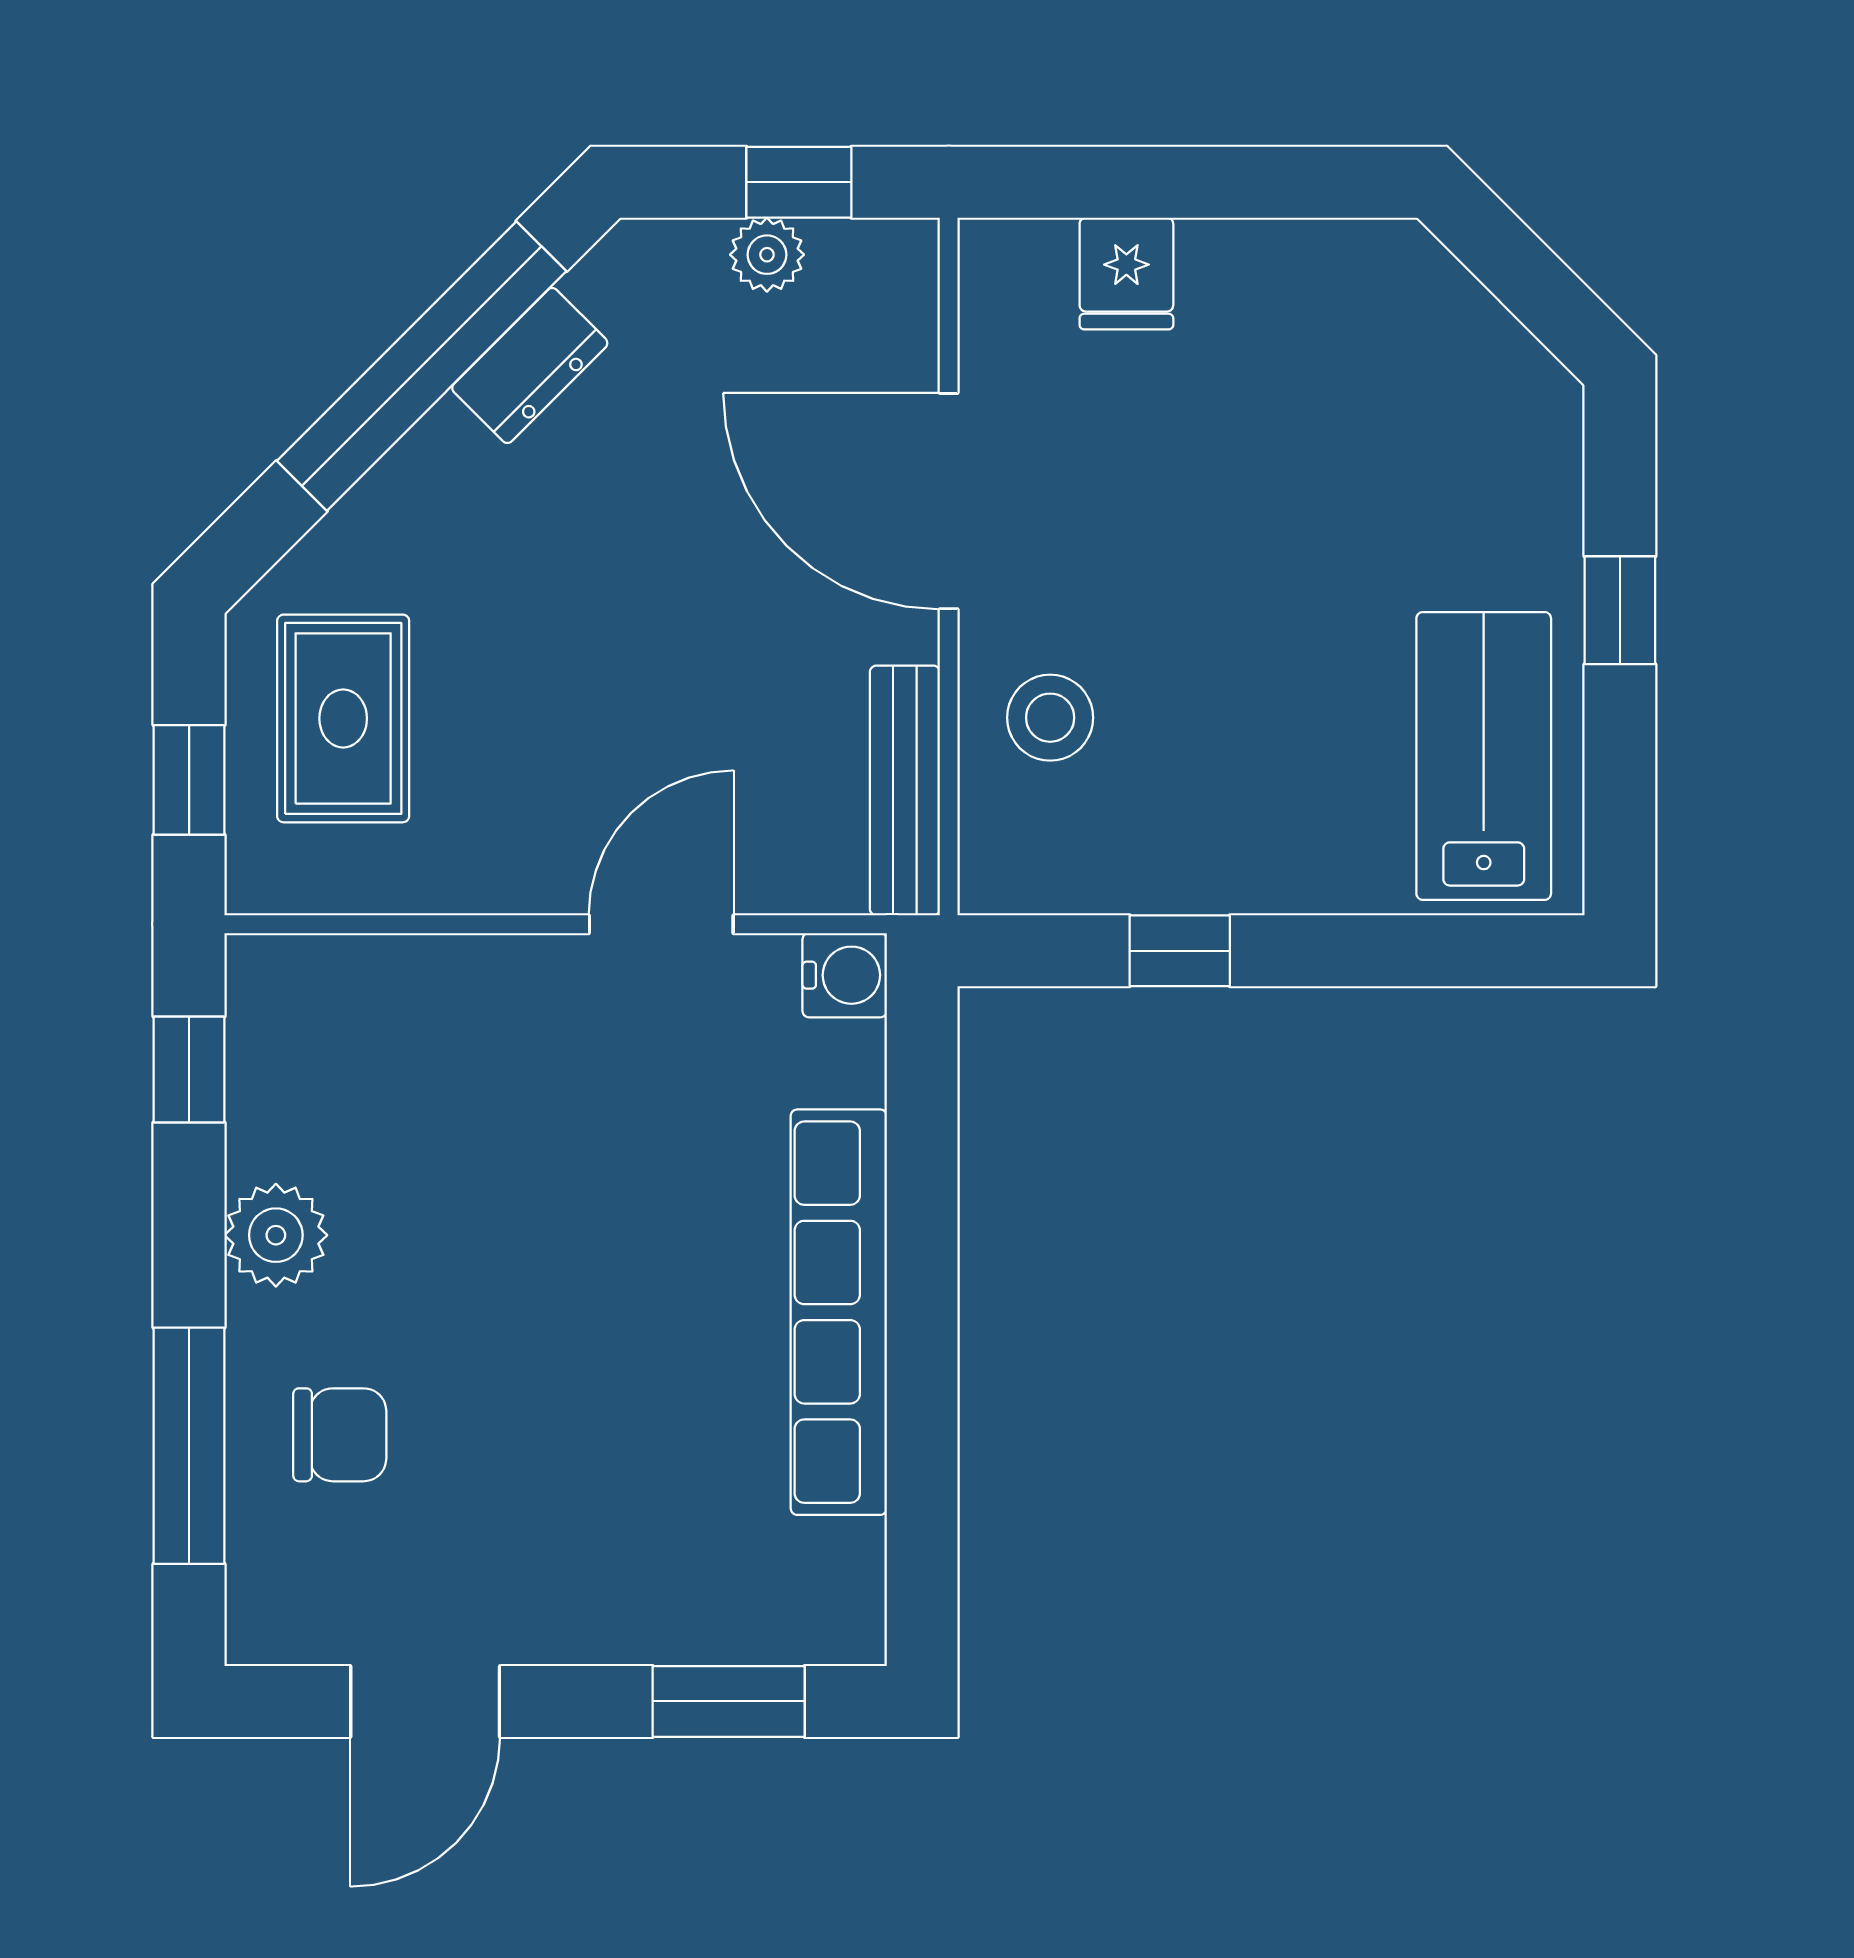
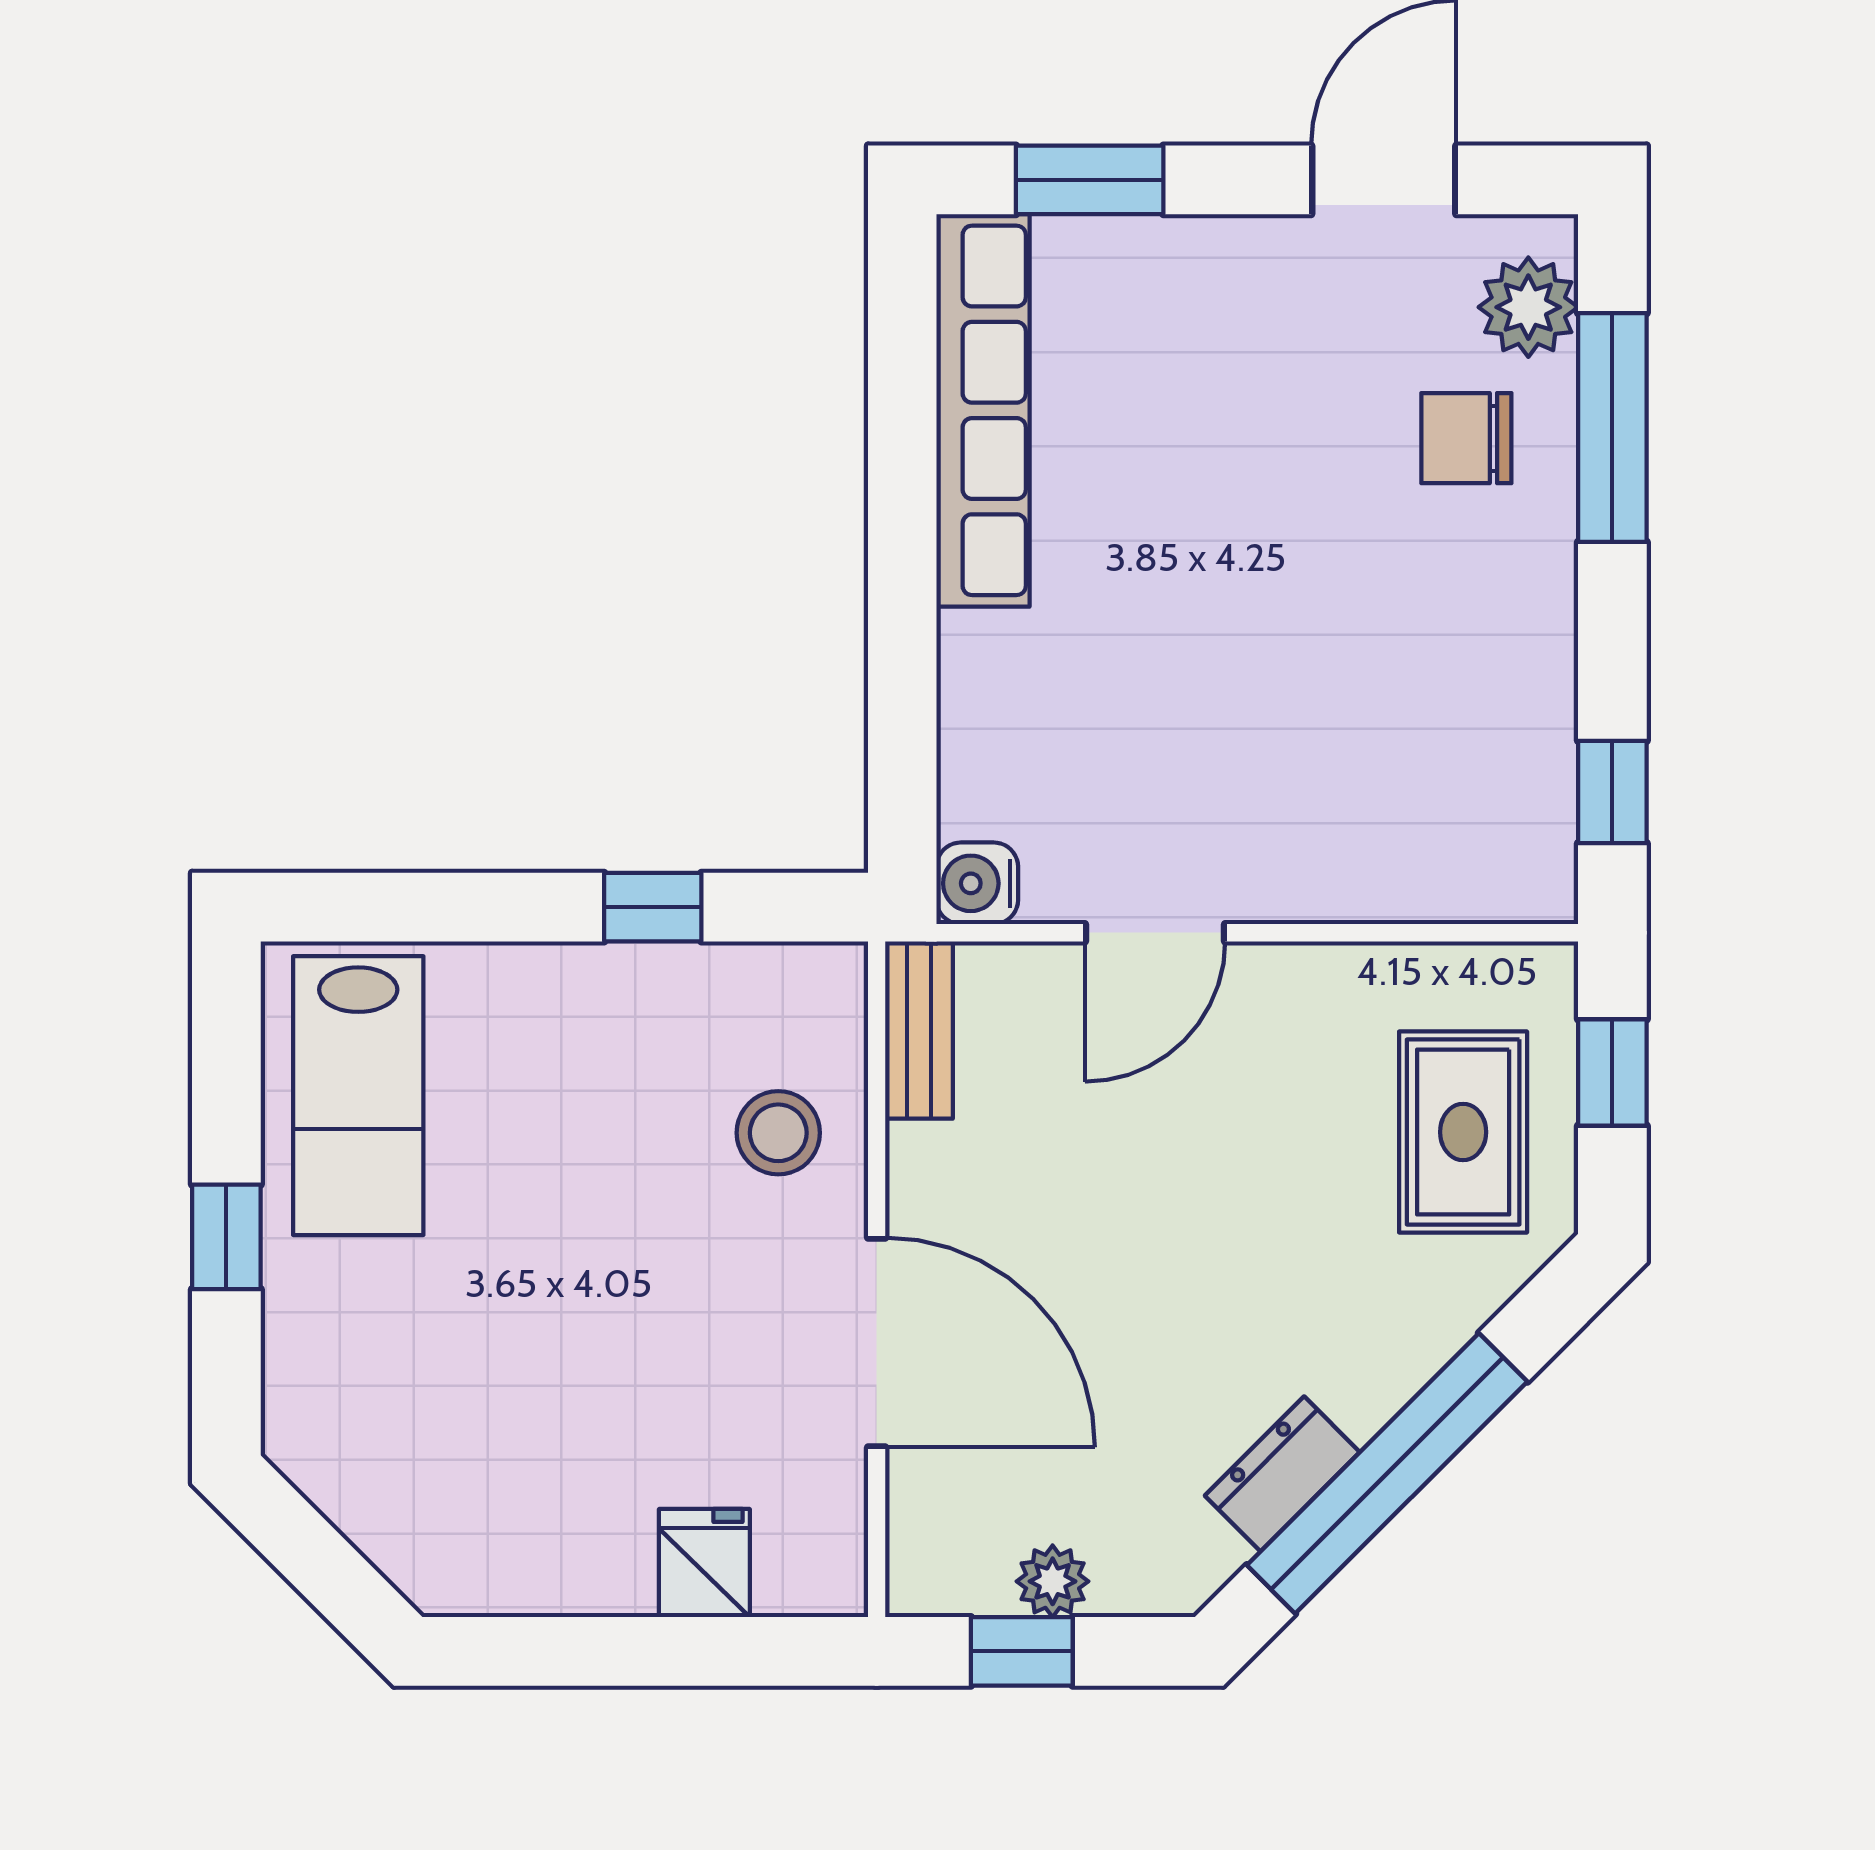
bench: (905, 790) -> (919, 1030), width x0.73
plant: (276, 1235) -> (1528, 307), moved
row of seats: (839, 1312) -> (983, 410), moved

